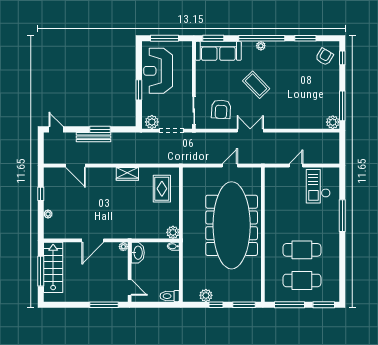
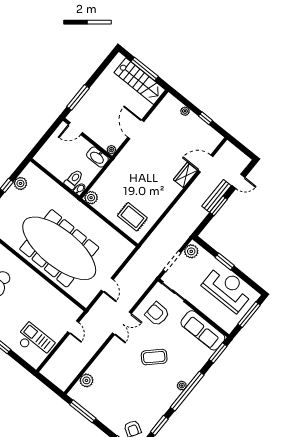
sofa: (218, 51) -> (203, 330), moved, turned -90
plant: (333, 122) -> (86, 380), moved
door: (56, 129) -> (238, 181), moved
door: (296, 166) -> (73, 327), moved
wardrobe: (127, 174) -> (185, 175), moved
toilet: (170, 296) -> (74, 179), moved

